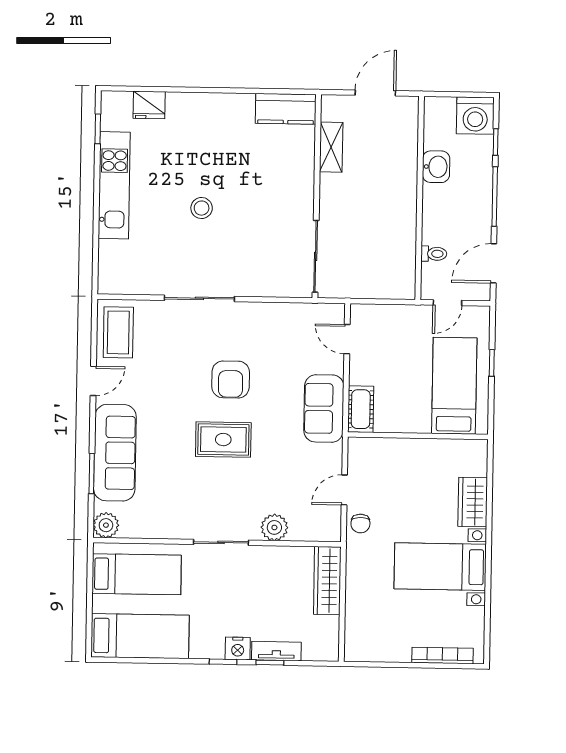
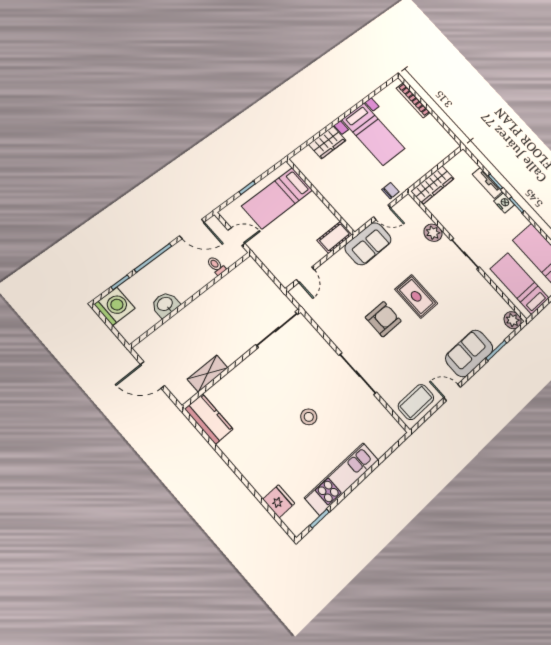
sofa: (324, 408) -> (368, 244), moved
sofa: (115, 453) -> (469, 353), width x0.73

